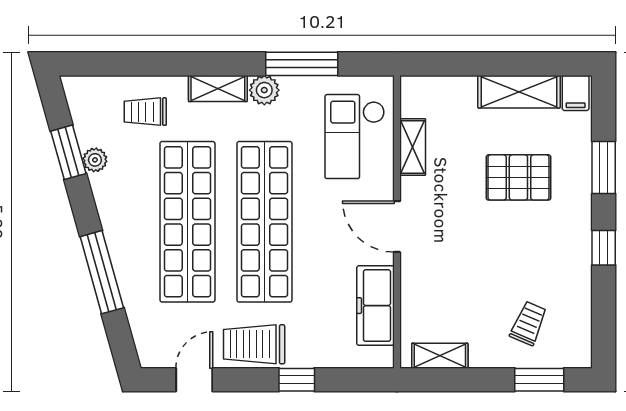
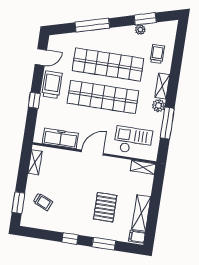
shelving: (413, 147) -> (143, 167), moved
door: (194, 380) -> (41, 57), hinge flipped

